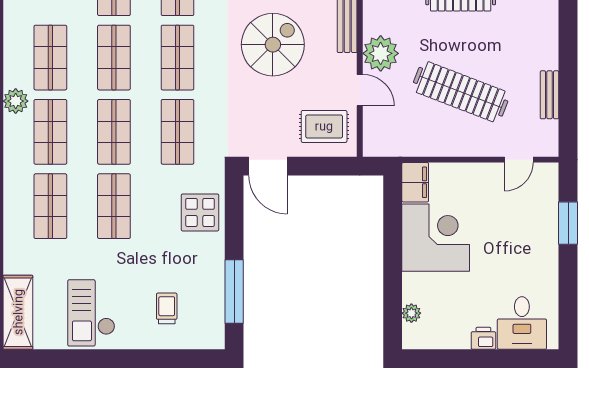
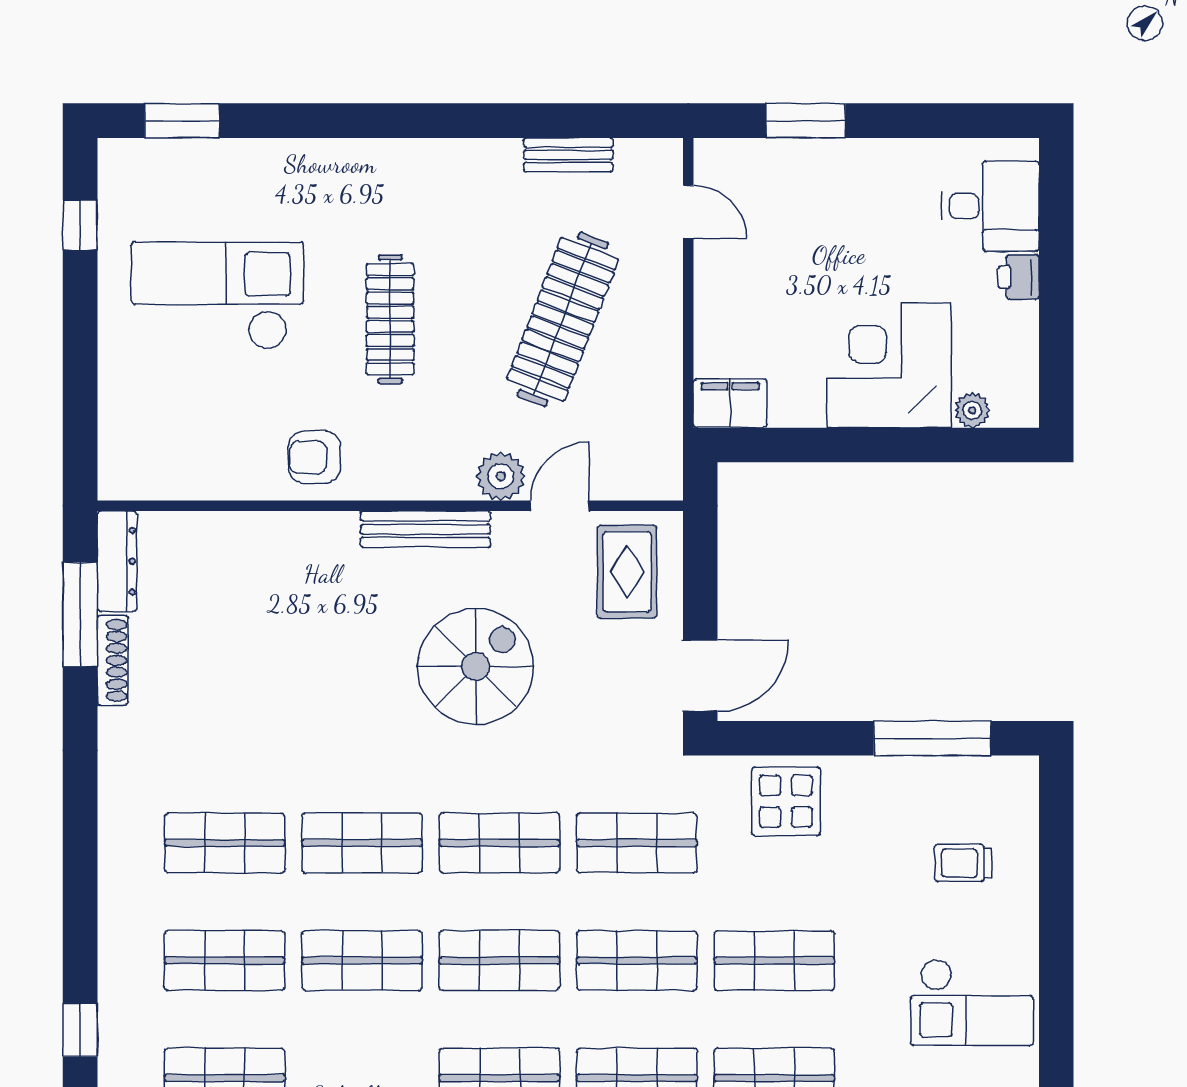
spiral stairs: (273, 45) -> (476, 667), turned 90
plant: (381, 53) -> (501, 476), width x0.73, depth x0.73
corner desk: (436, 238) -> (889, 365), moved

